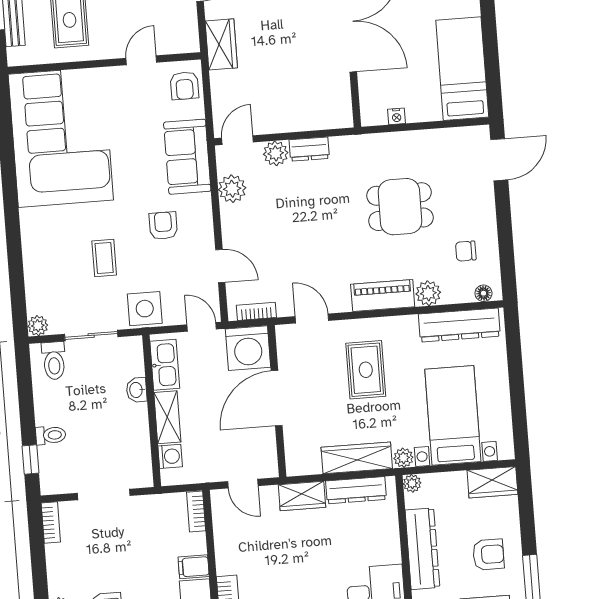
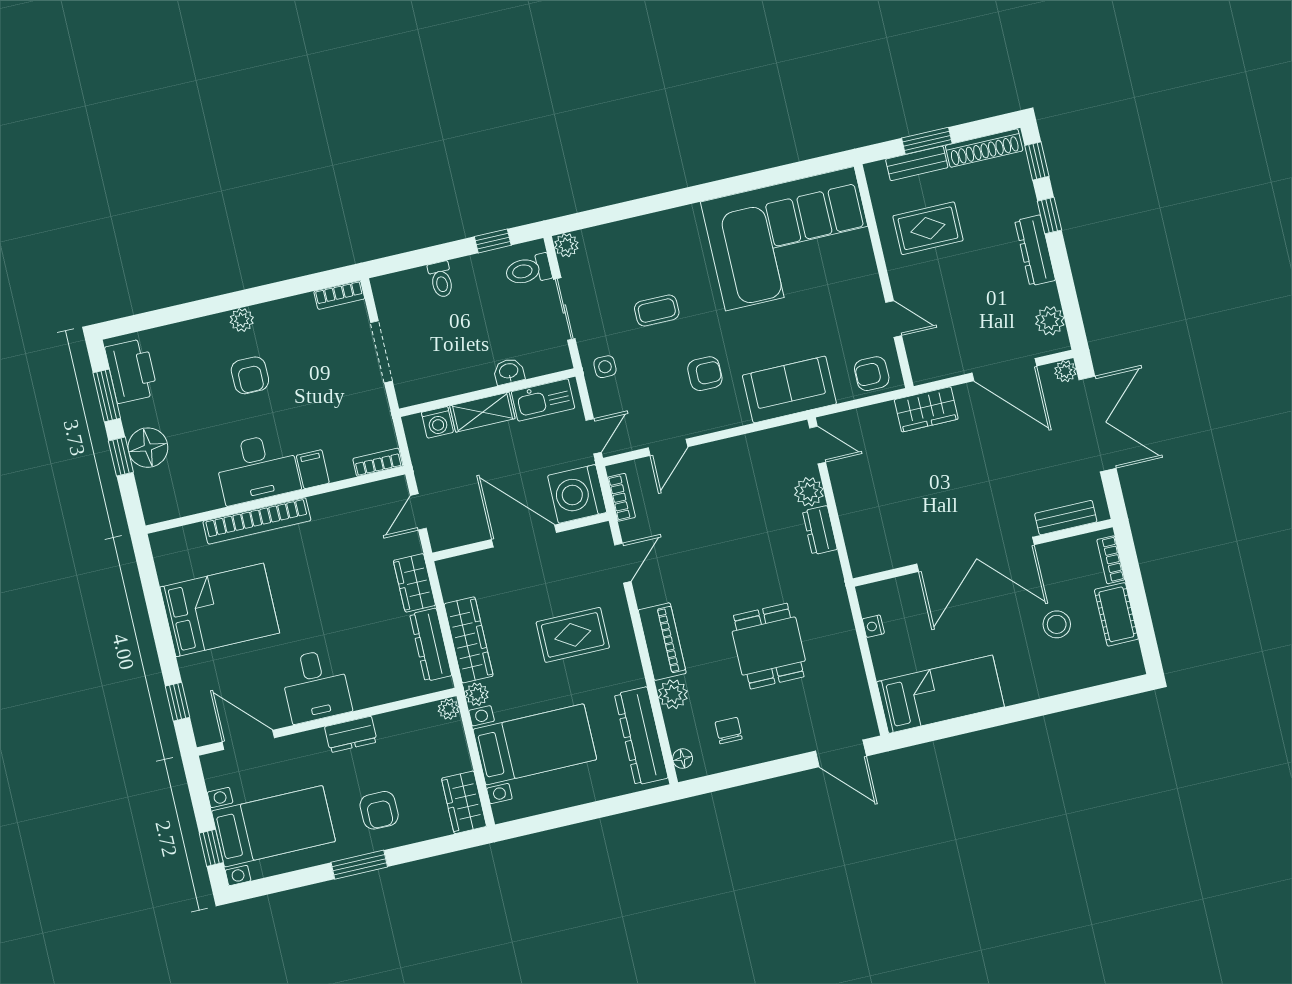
plant: (232, 189) -> (760, 447), removed
side table: (145, 309) -> (605, 367), width x0.54, depth x0.54
window: (31, 460) -> (493, 241), moved
dresser: (422, 549) -> (351, 734), width x0.51, depth x0.80

